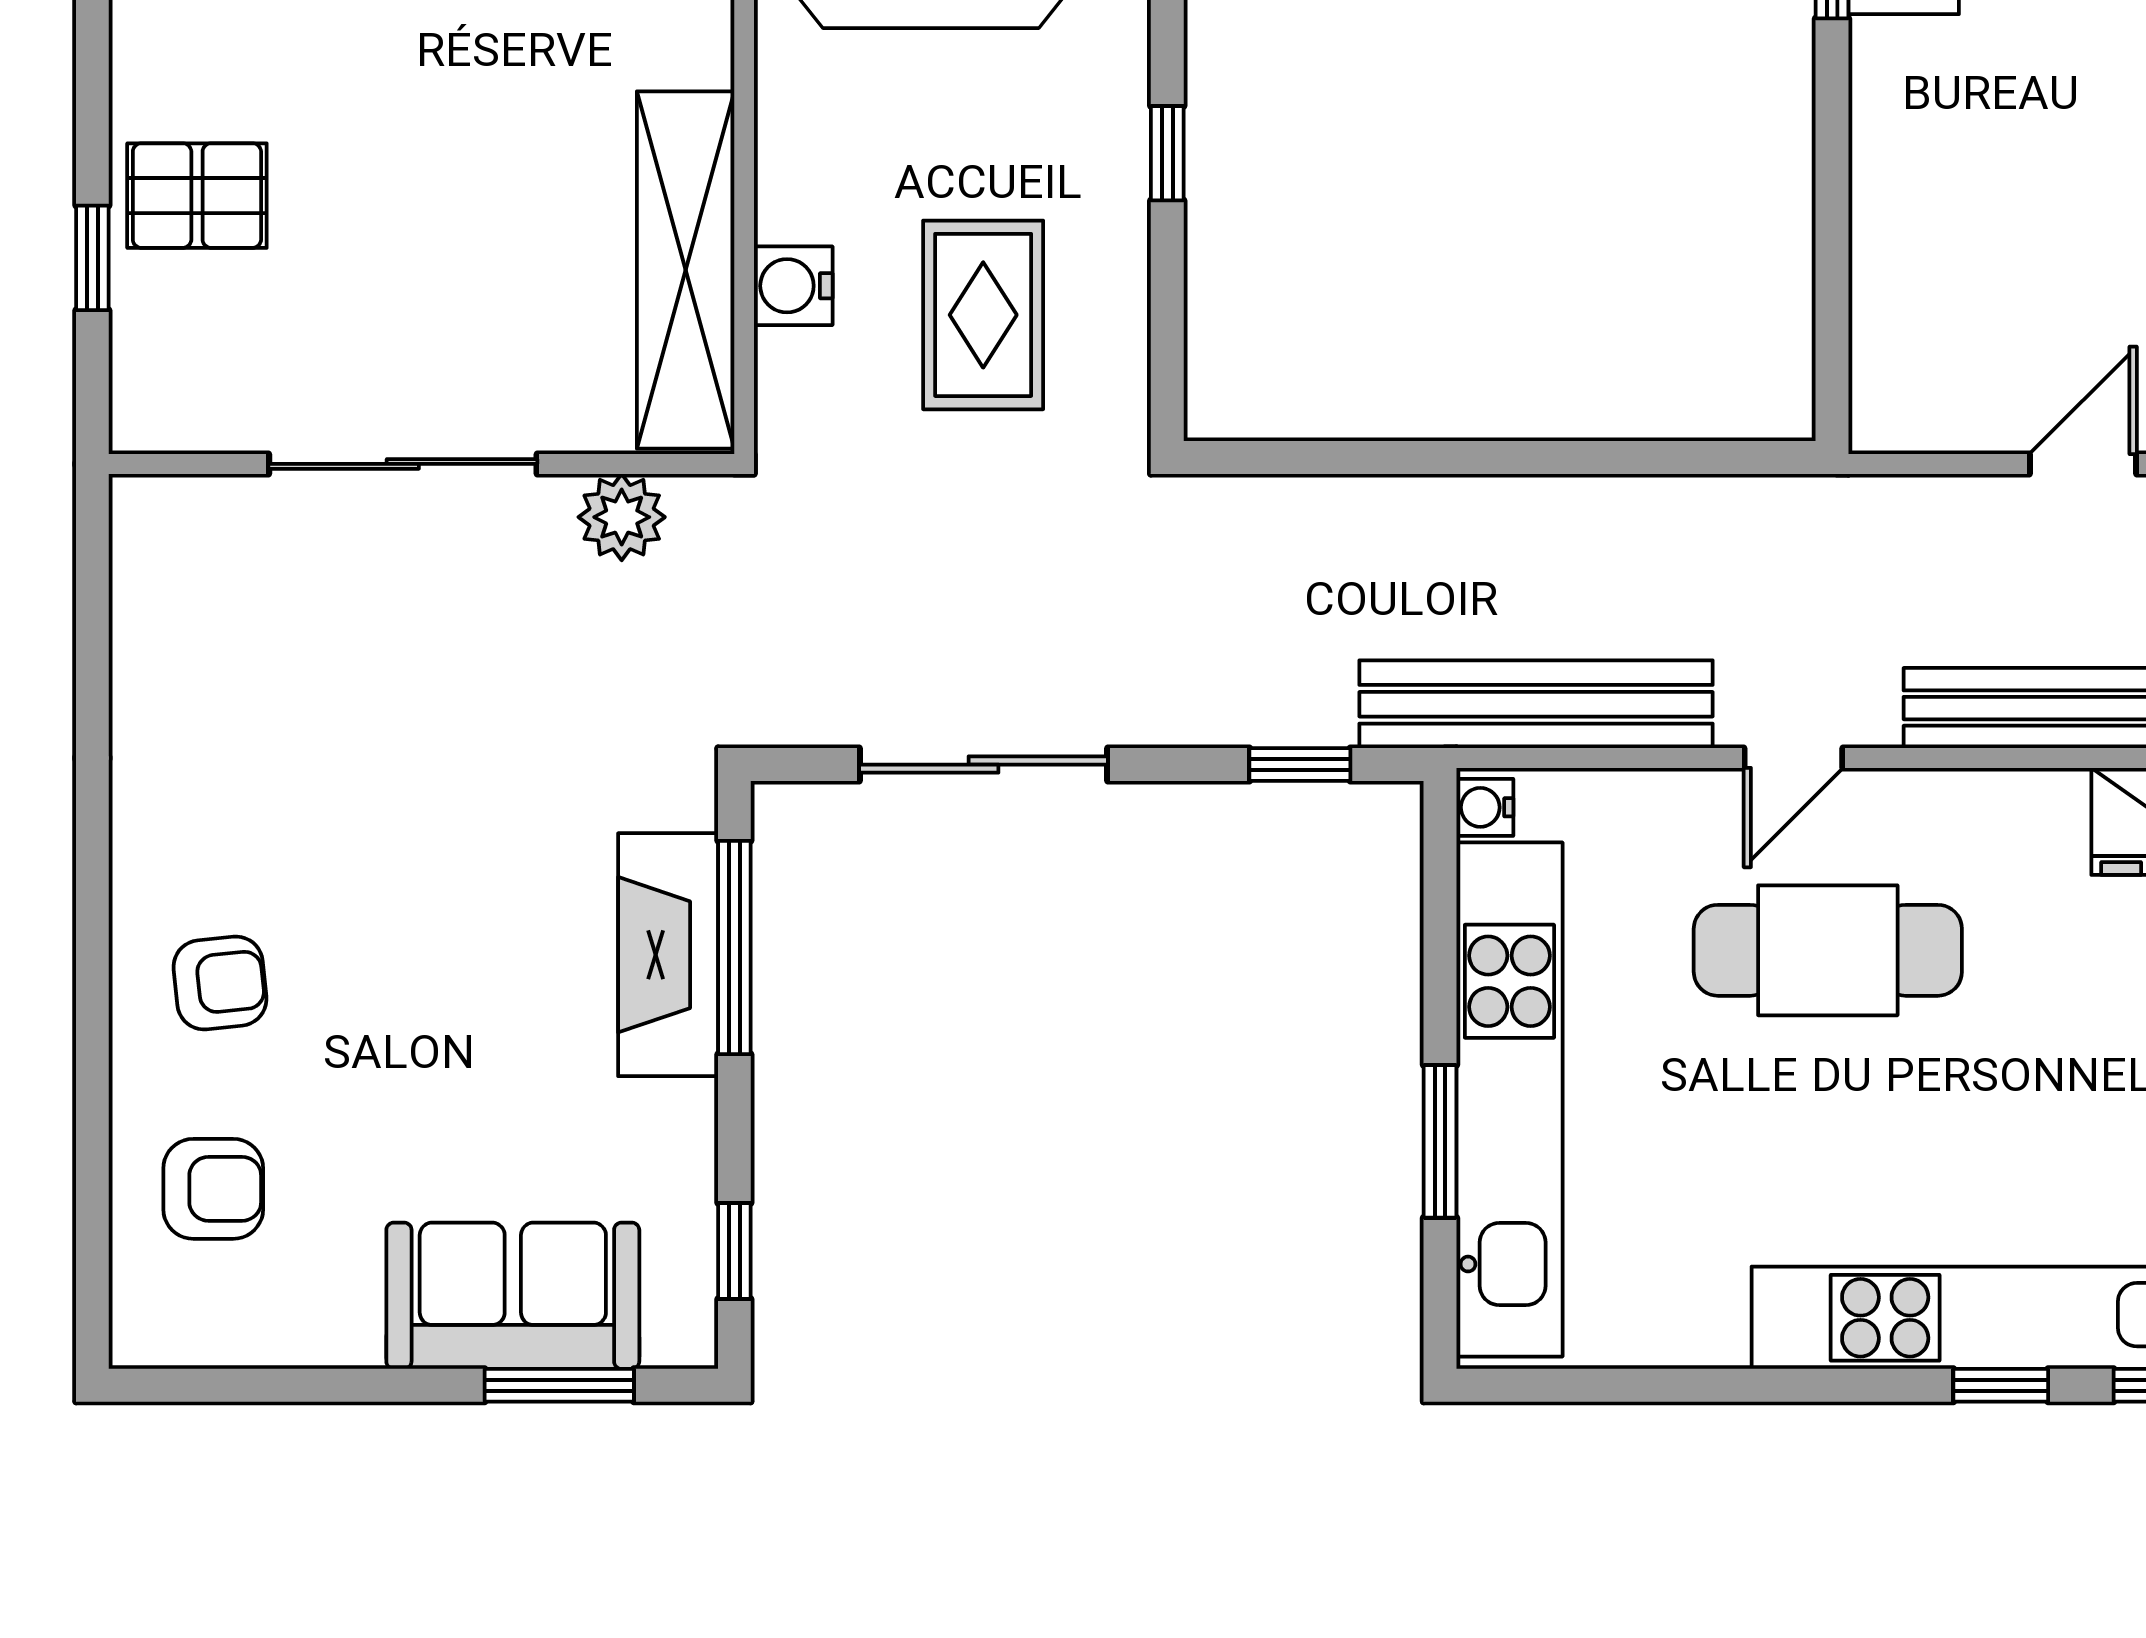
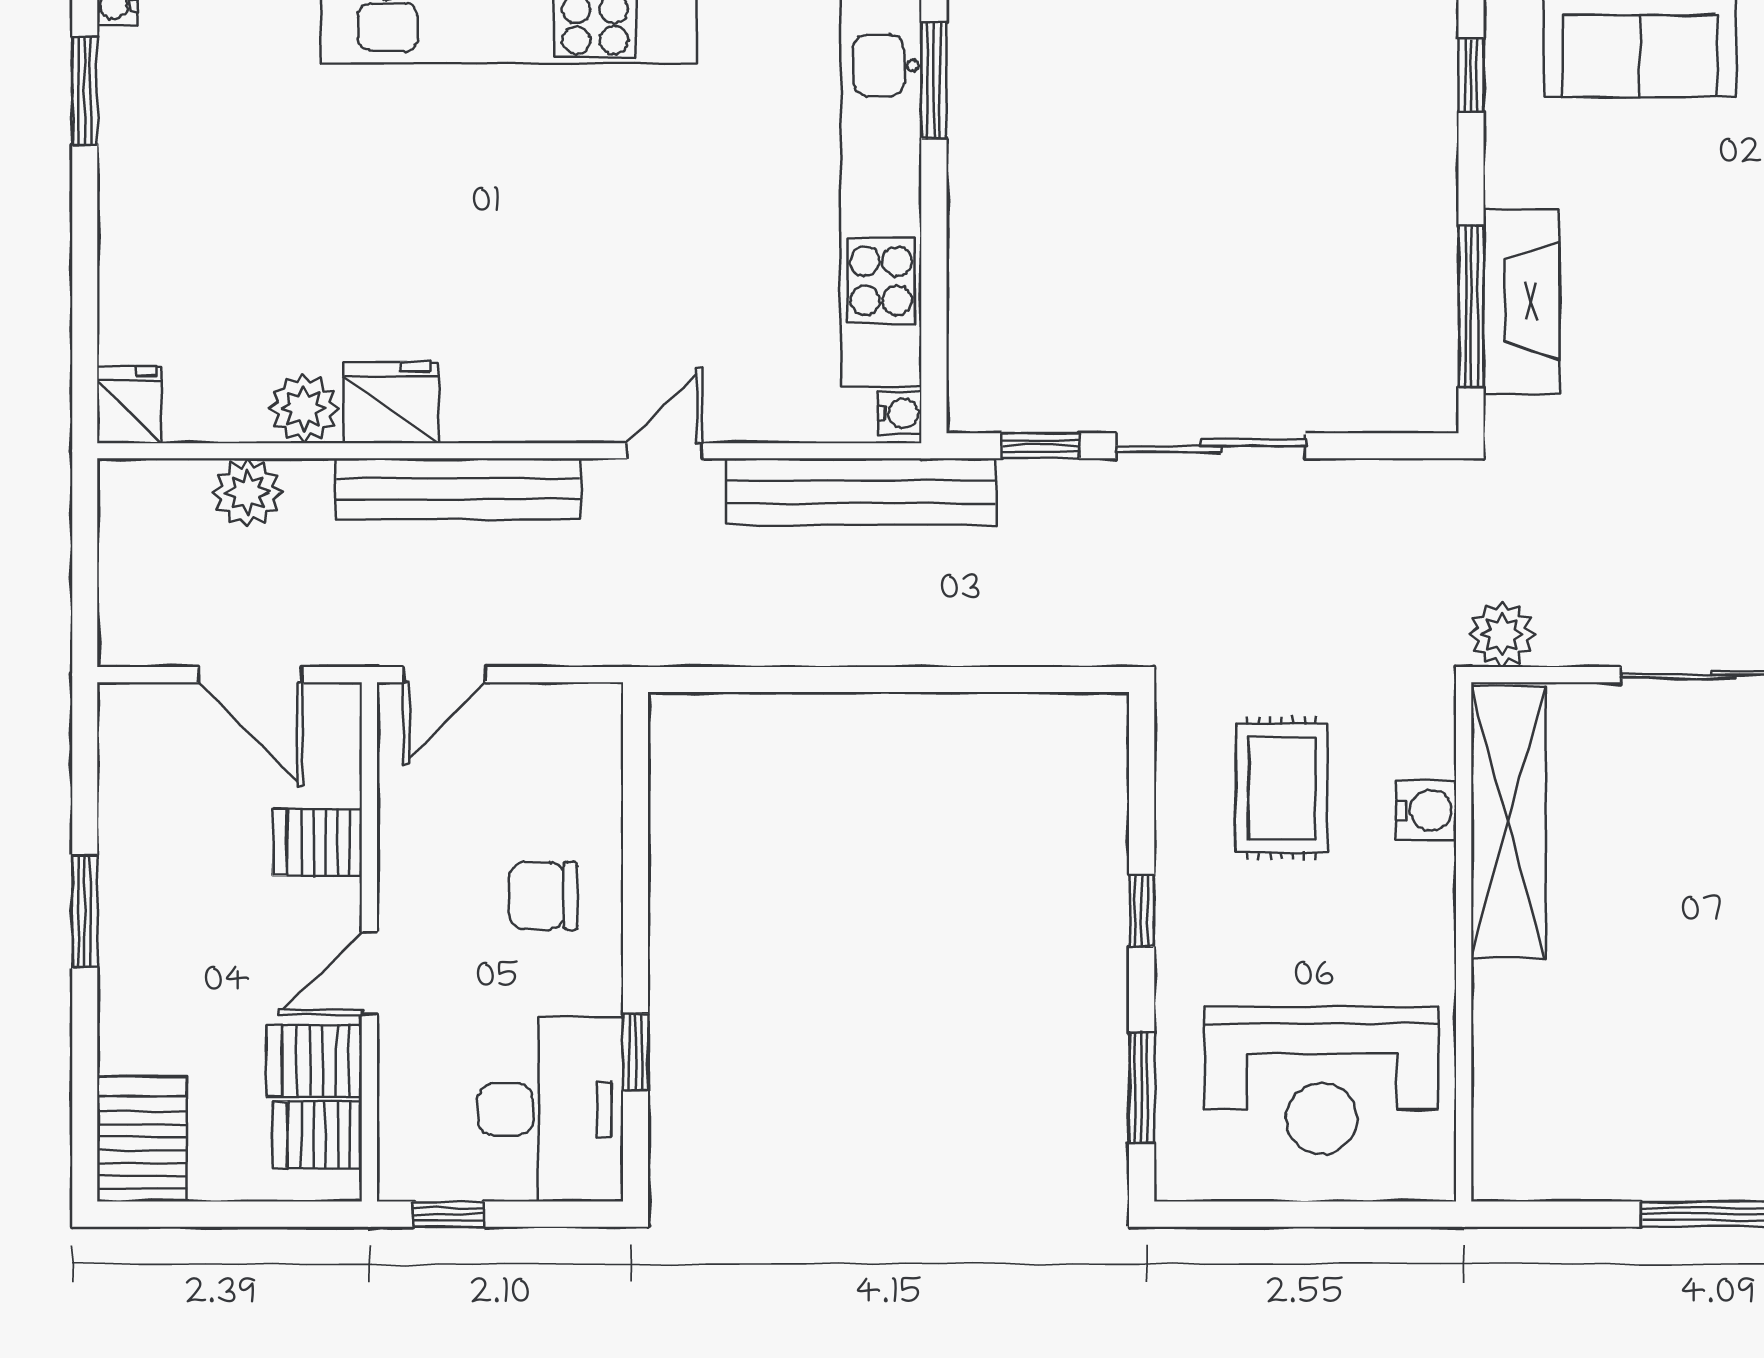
chair: (1953, 173) -> (543, 896), added
plant: (622, 517) -> (1502, 634), moved
sliding door: (984, 765) -> (1211, 446), moved
cafe table: (1828, 950) -> (639, 304), removed
window: (1440, 1141) -> (934, 80), moved

